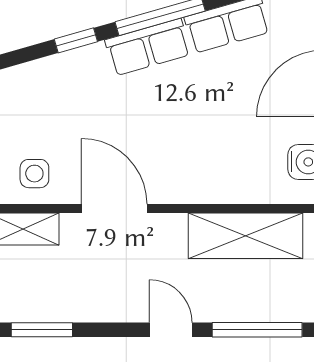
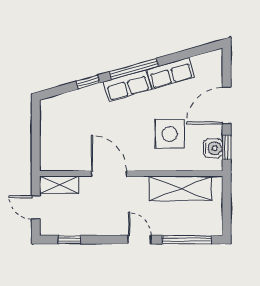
side table: (34, 174) -> (170, 134), moved, width x1.87, depth x1.87
window: (42, 330) -> (70, 240), width x0.67

